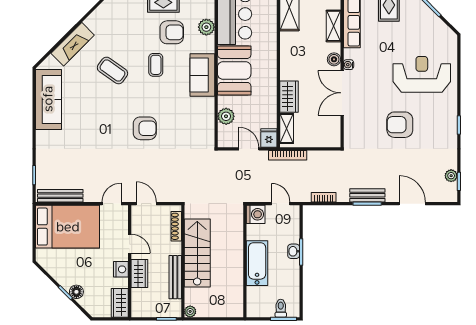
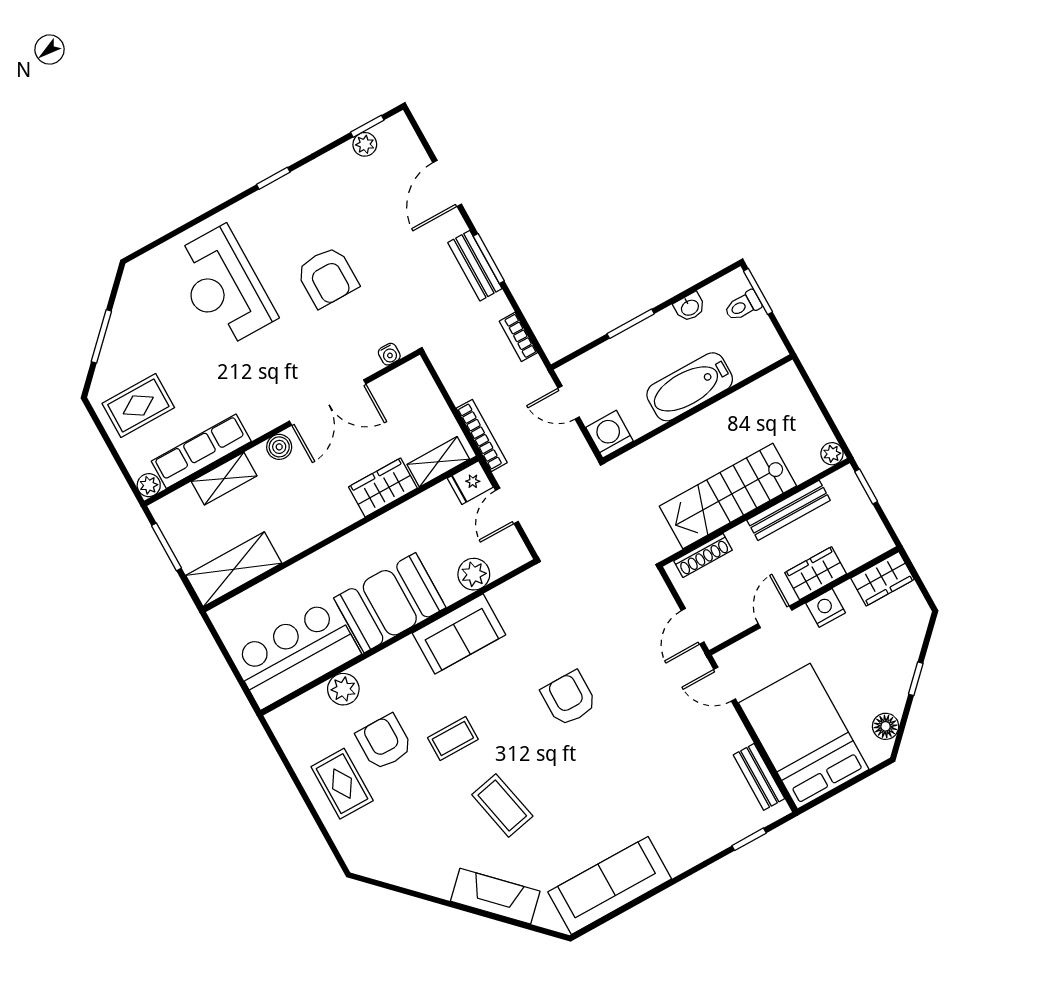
water cooler: (349, 65) -> (389, 354), moved
coffee table: (112, 70) -> (502, 805), turned -47
sofa: (202, 75) -> (459, 634), moved
bench: (60, 196) -> (759, 777), width x0.73
door: (281, 204) -> (569, 402), hinge flipped
washbasin: (294, 251) -> (690, 307), moved
floor lamp: (76, 292) -> (886, 726), moved

